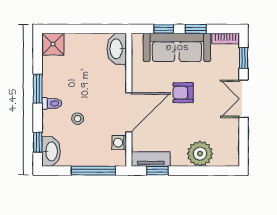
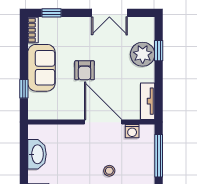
window: (196, 29) -> (24, 58), removed
sofa: (177, 47) -> (41, 68), width x0.73
washbasin: (117, 49) -> (37, 154), moved, turned -90
double door: (243, 99) -> (109, 13), moved
window: (157, 171) -> (159, 51), moved

